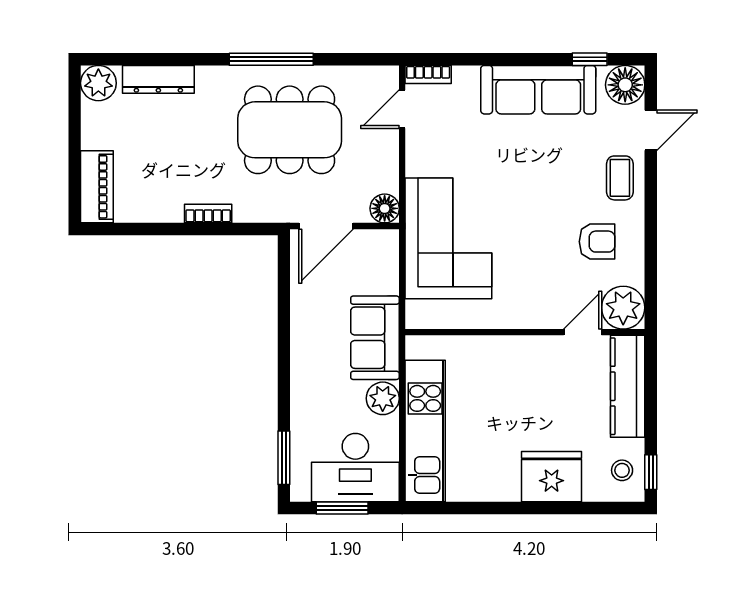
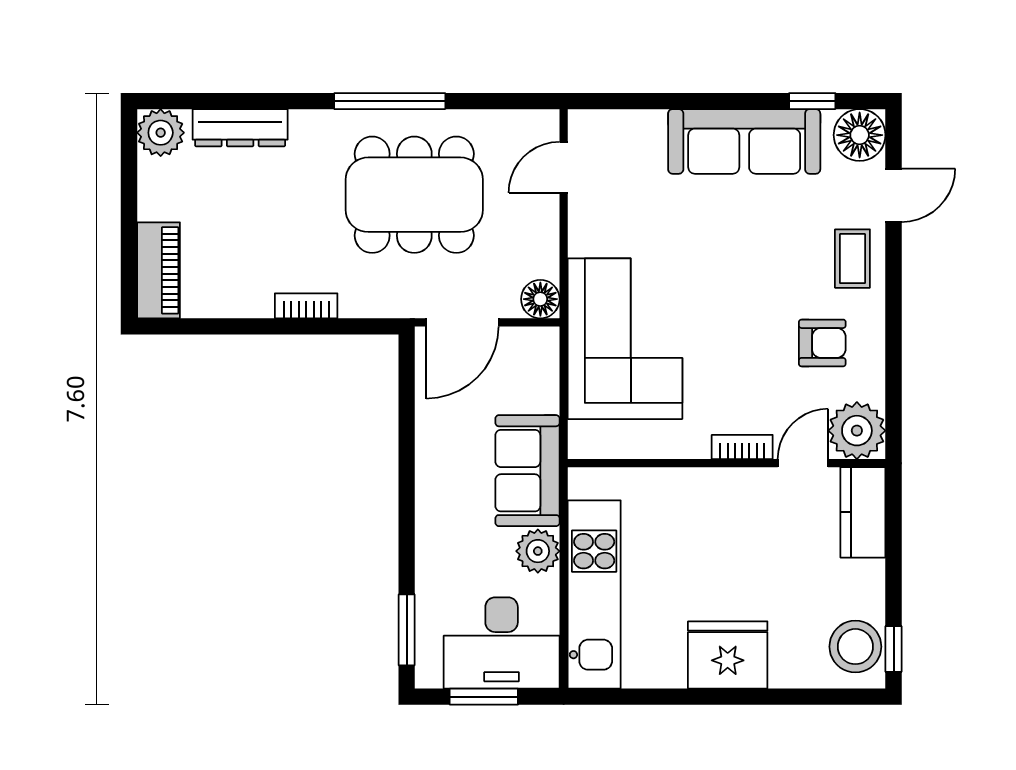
bookcase: (428, 74) -> (742, 447), moved, turned 180
kitchen counter: (628, 386) -> (863, 512), width x0.67
stool: (622, 470) -> (855, 647), width x1.89, depth x1.89
fridge: (552, 477) -> (728, 655), moved

